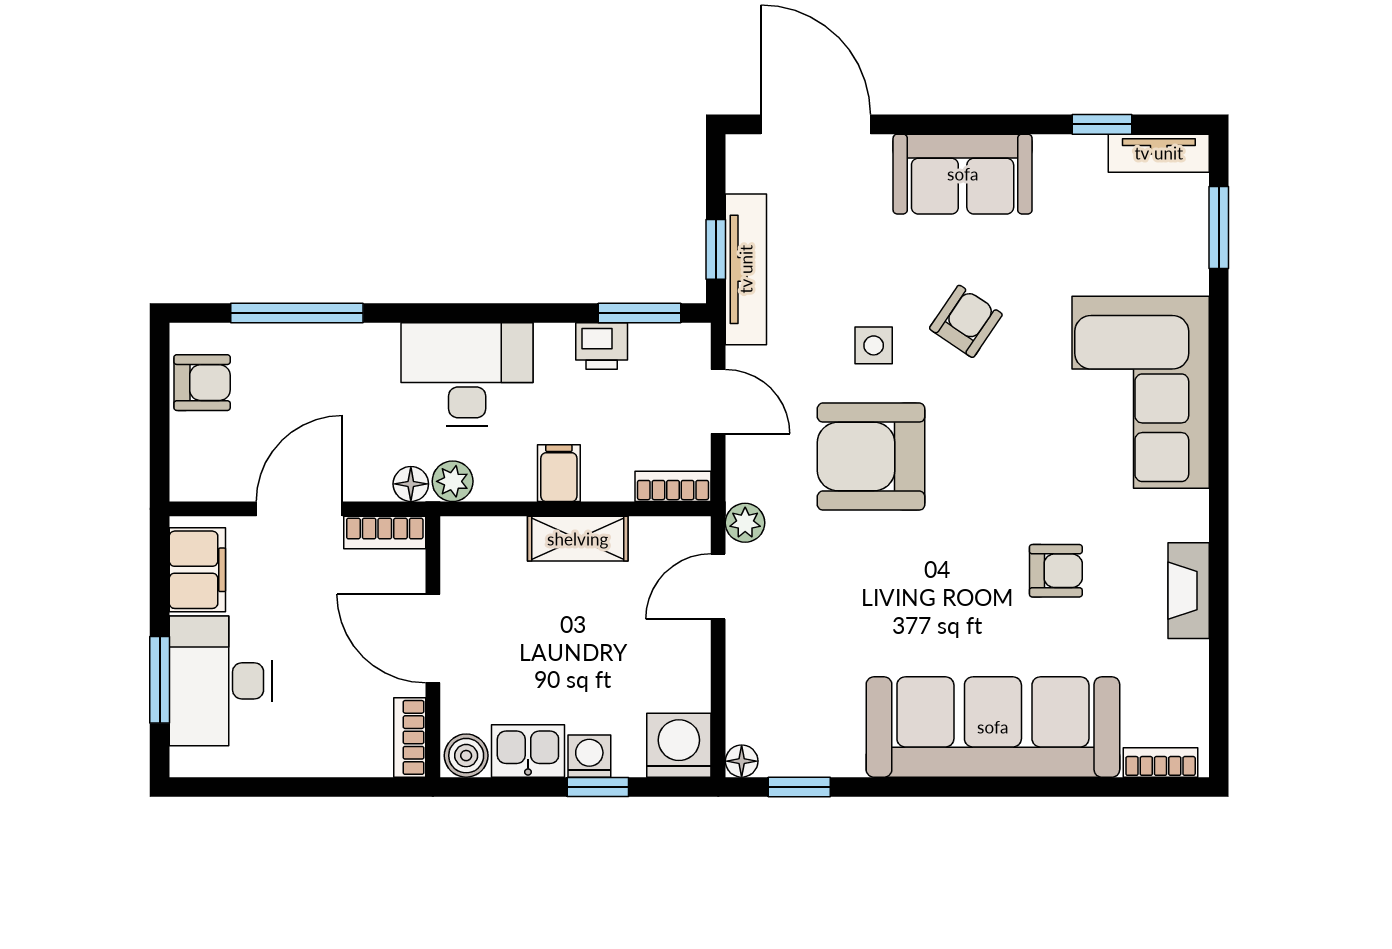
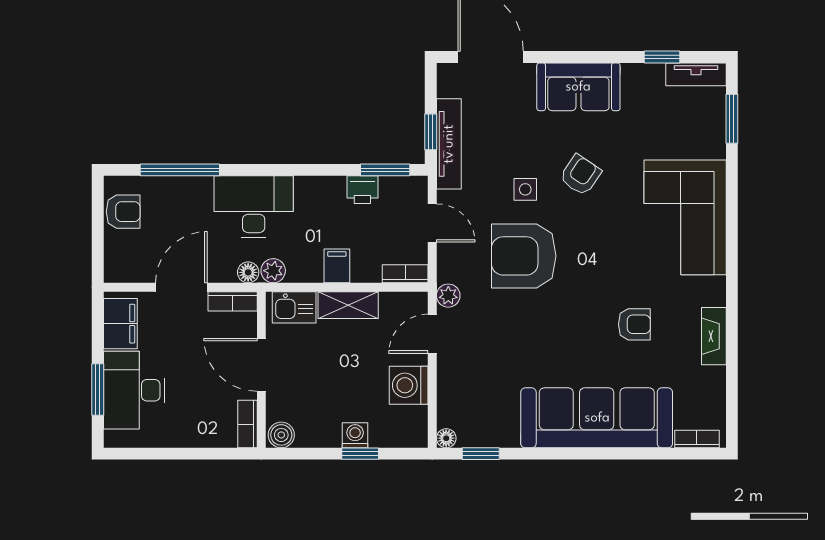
desk: (467, 374) -> (254, 207), moved
washing machine: (679, 745) -> (409, 385), moved, turned -90
kitchen sink: (528, 751) -> (294, 307), moved, turned 180

